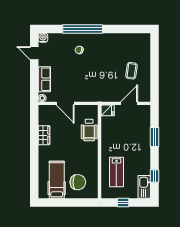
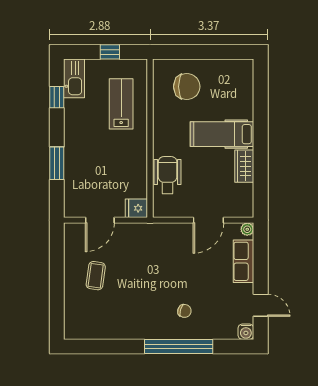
door: (65, 103) -> (208, 220), swing flipped
hospital bed: (57, 180) -> (222, 134), moved, turned 90
chair: (78, 182) -> (187, 87), turned 180

